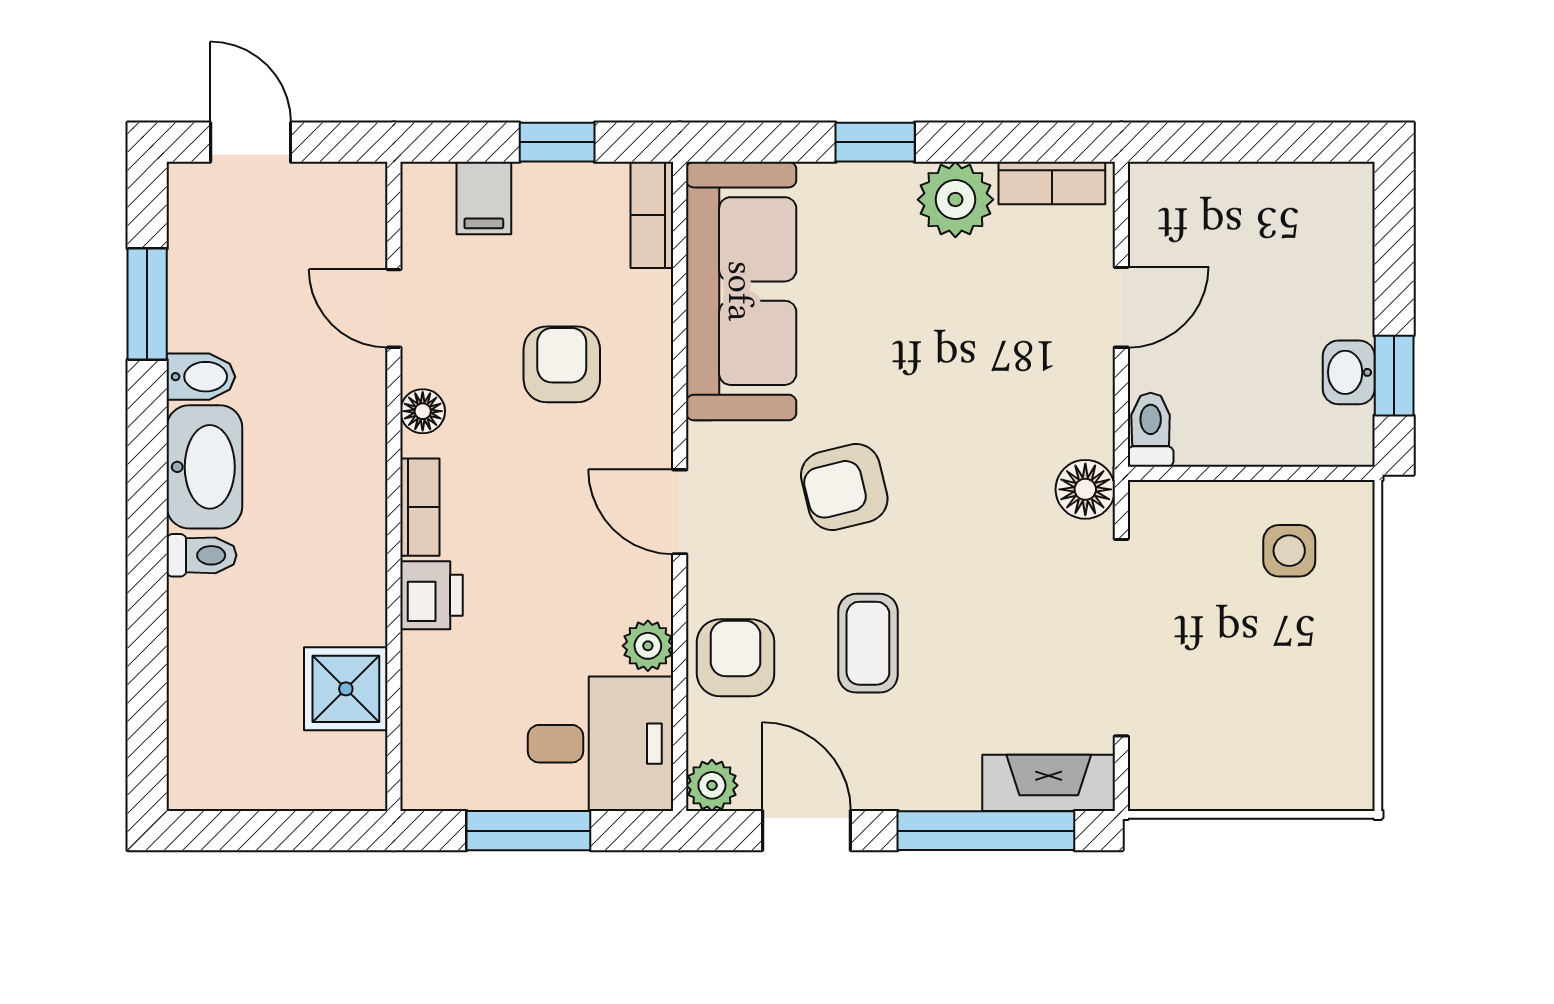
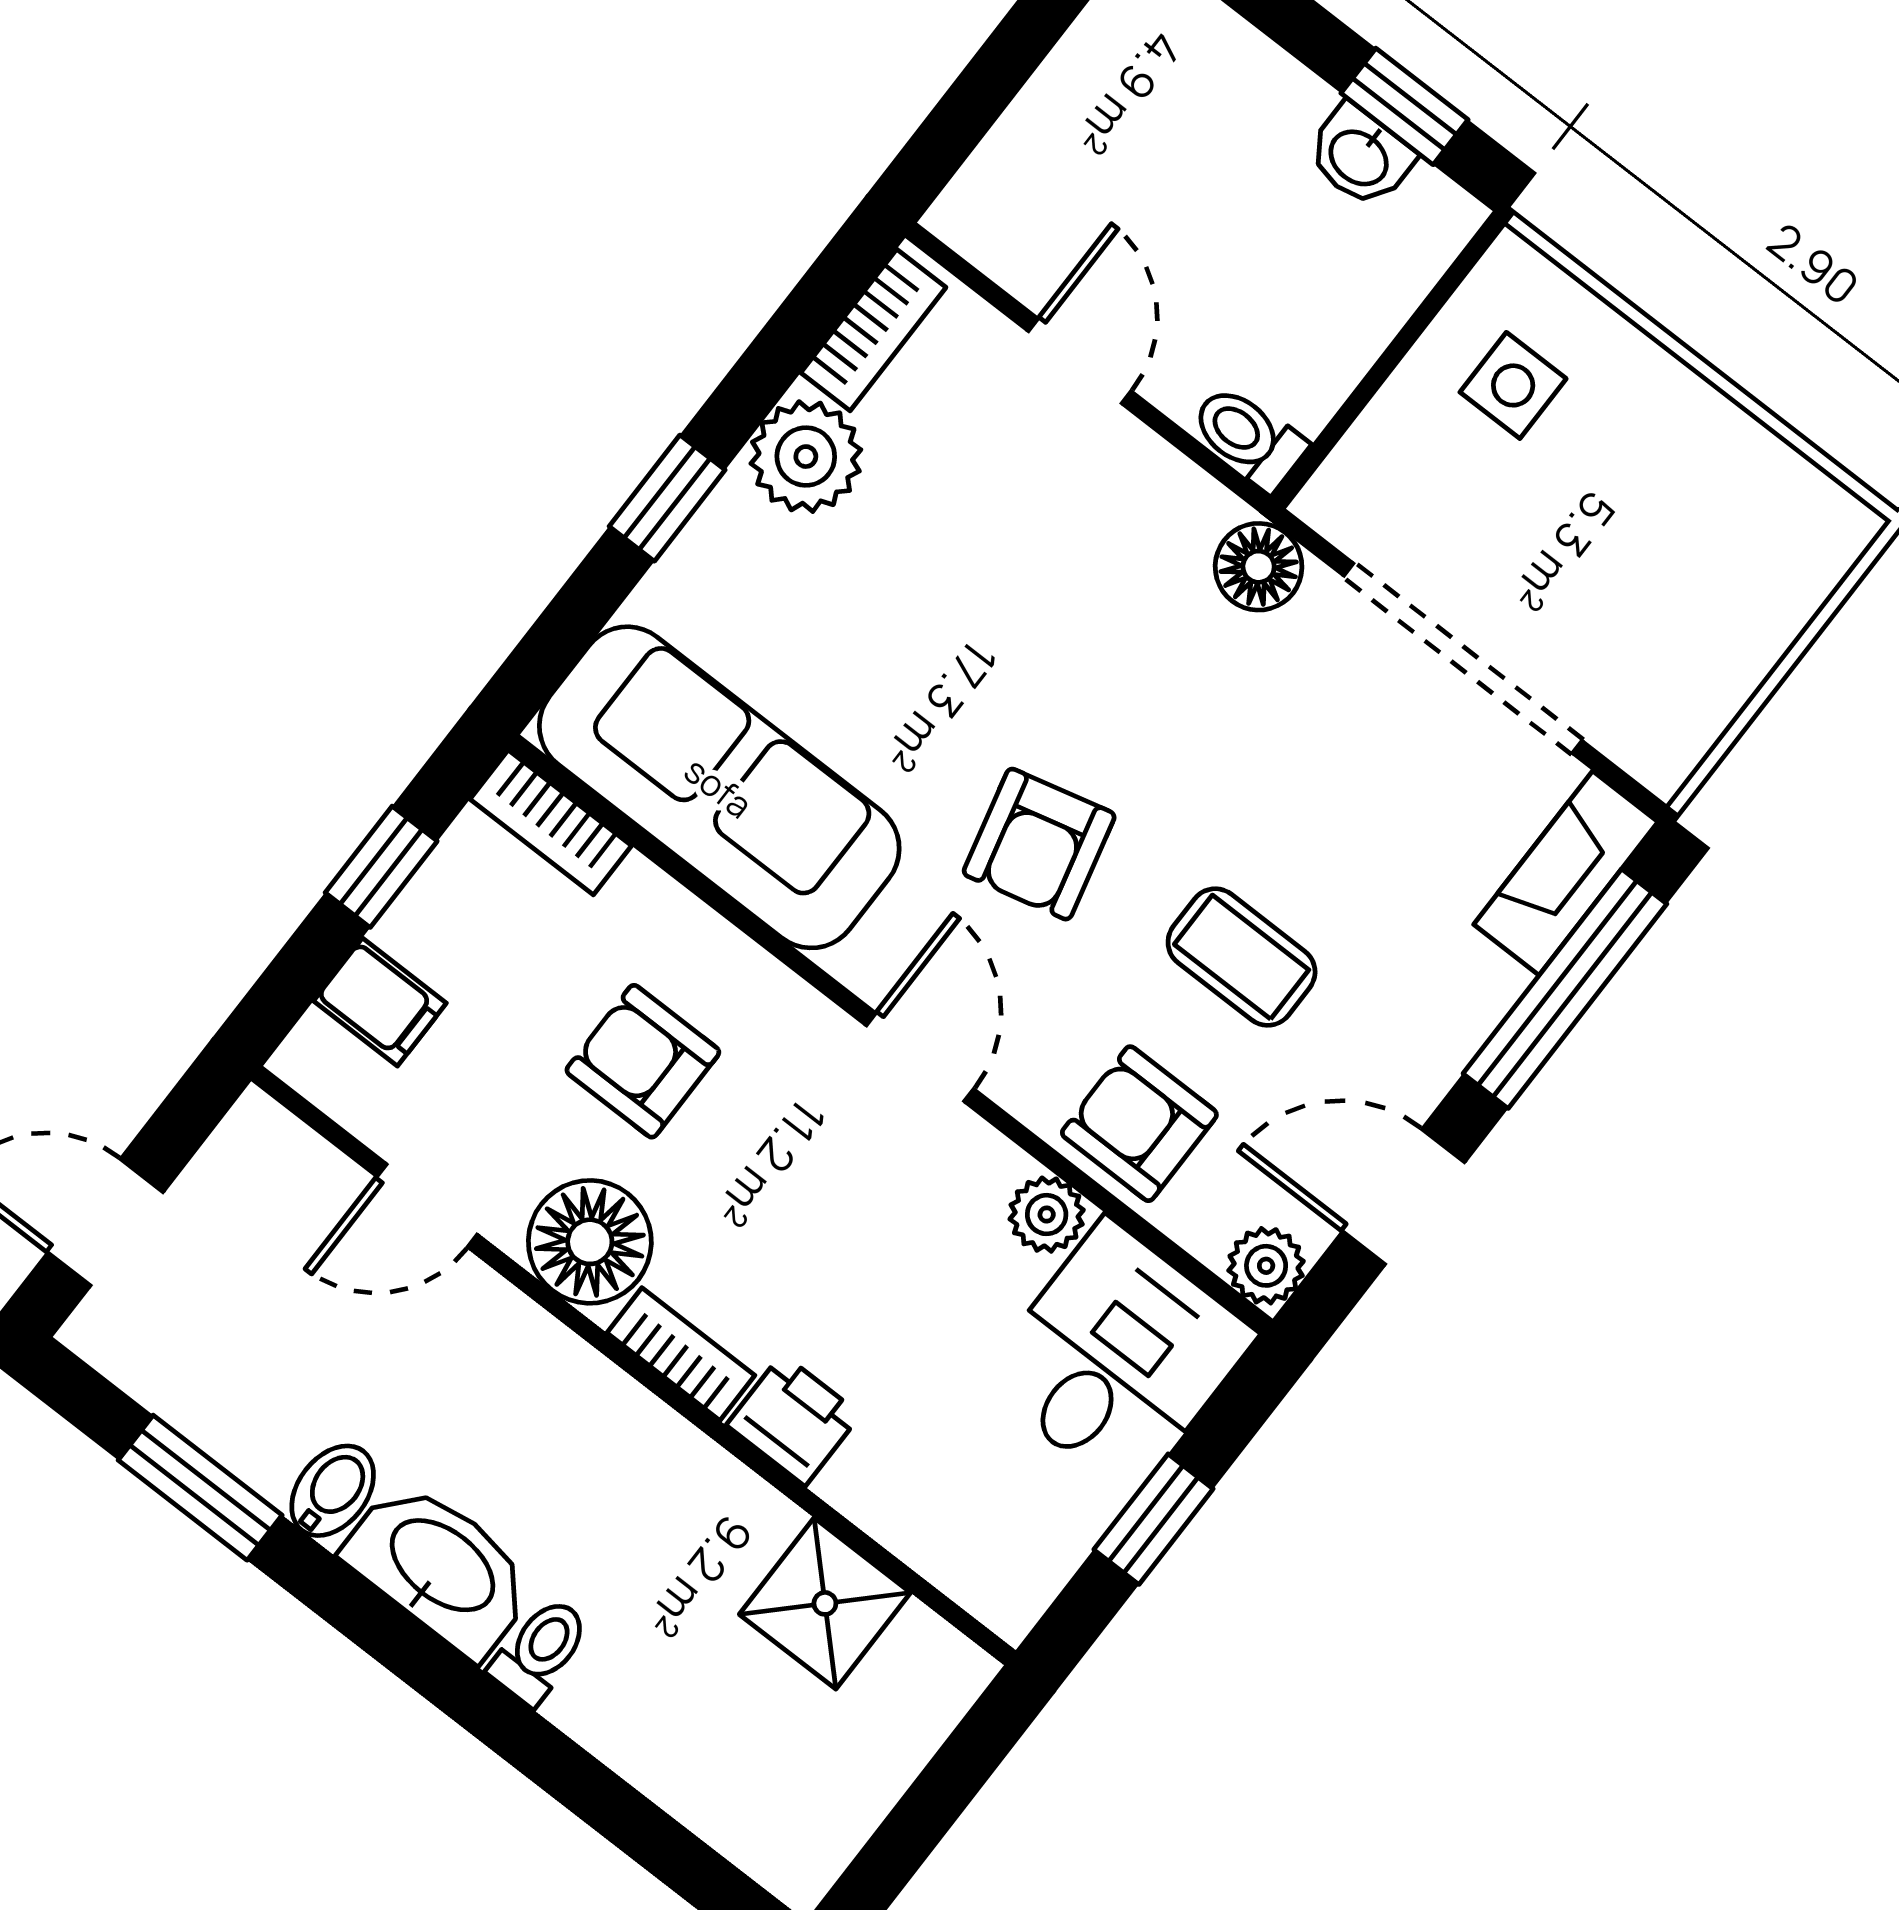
floor lamp: (423, 411) -> (590, 1242), width x1.89, depth x1.89
door: (680, 512) -> (920, 1057), swing flipped
window: (528, 831) -> (1153, 1519), width x0.67

